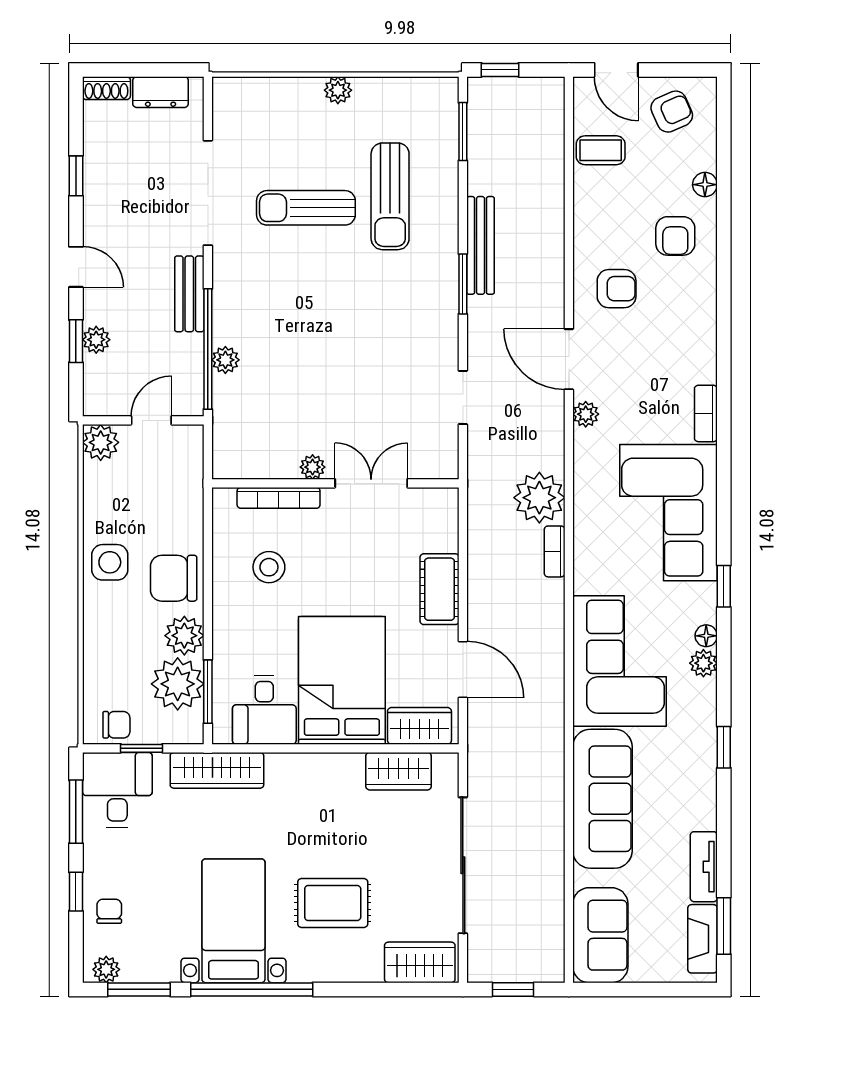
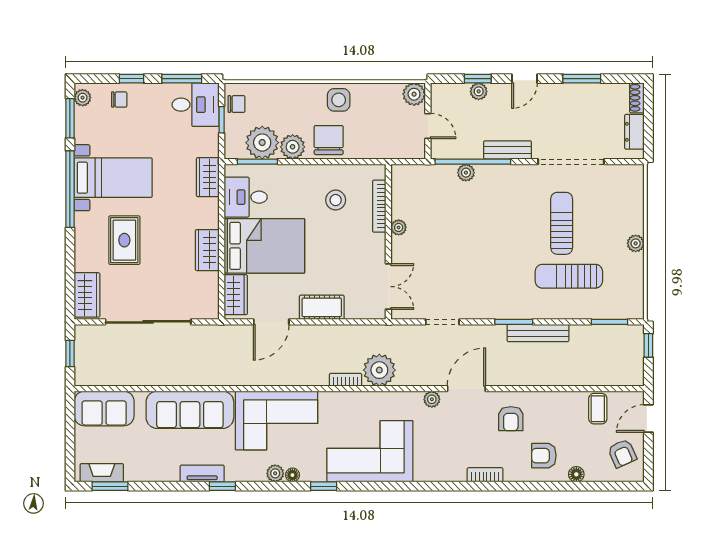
window: (76, 176) -> (582, 79), width x1.50
bookcase: (706, 413) -> (485, 475), moved
double door: (371, 483) -> (388, 287), moved
chair: (116, 725) -> (236, 104), turned -90
wardrobe: (217, 770) -> (208, 177), width x0.67
wardrobe: (399, 771) -> (207, 250), moved
tv unit: (704, 867) -> (202, 474), moved

